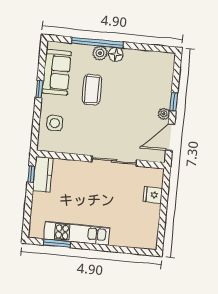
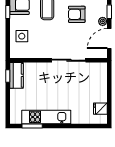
armchair: (130, 101) -> (77, 14), added
fridge: (153, 195) -> (100, 109), moved

